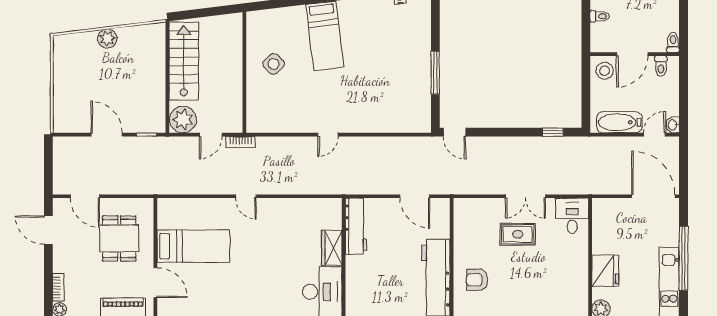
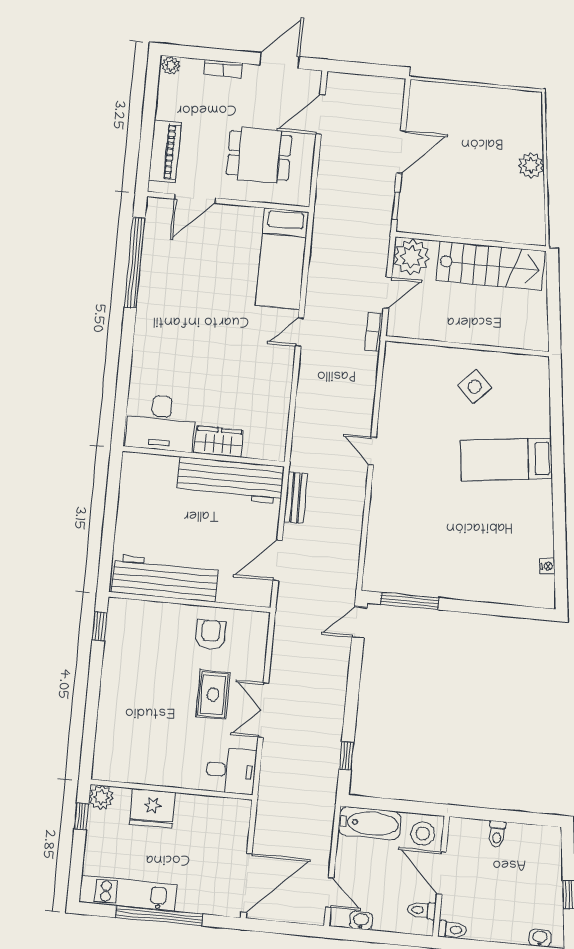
window: (435, 73) -> (410, 601), moved
bathtub: (619, 122) -> (370, 823), moved, turned 90
washbasin: (673, 125) -> (361, 920), moved
door: (211, 135) -> (388, 293), swing flipped
bench: (368, 187) -> (296, 498), added
workbench: (356, 226) -> (230, 480), width x1.36, depth x1.32
bed: (193, 246) -> (282, 259), moved
armchair: (477, 280) -> (211, 635), moved
bookcase: (58, 287) -> (223, 69), moved

